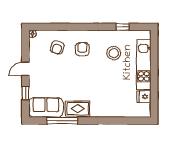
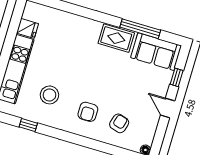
door: (25, 69) -> (168, 108), swing flipped

